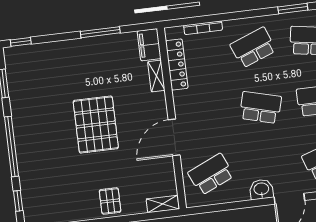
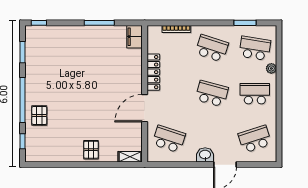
school desk: (253, 48) -> (212, 48), turned 39
locker: (177, 65) -> (153, 72), moved
shelving: (156, 76) -> (137, 61), removed
pallet: (96, 125) -> (39, 115), moved, width x0.49, depth x0.50
school desk: (211, 174) -> (169, 139), turned 42

